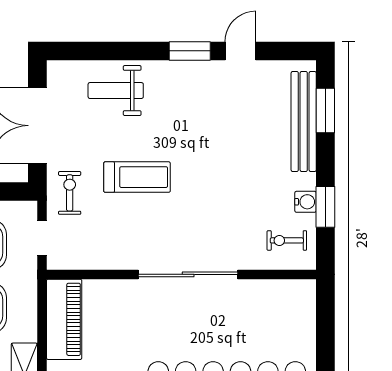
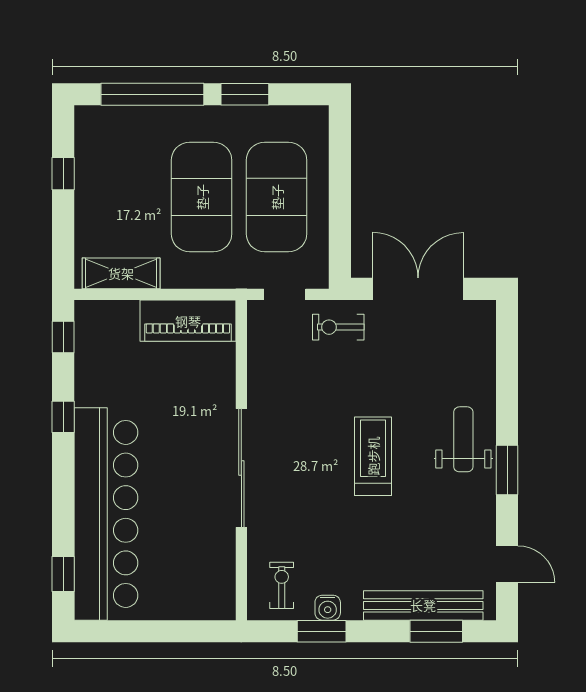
door: (240, 51) -> (507, 564), moved
weight bench: (116, 91) -> (463, 439), moved
treadmill: (137, 177) -> (373, 456), moved, turned 180
exercise bike: (70, 193) -> (338, 327), turned 180

